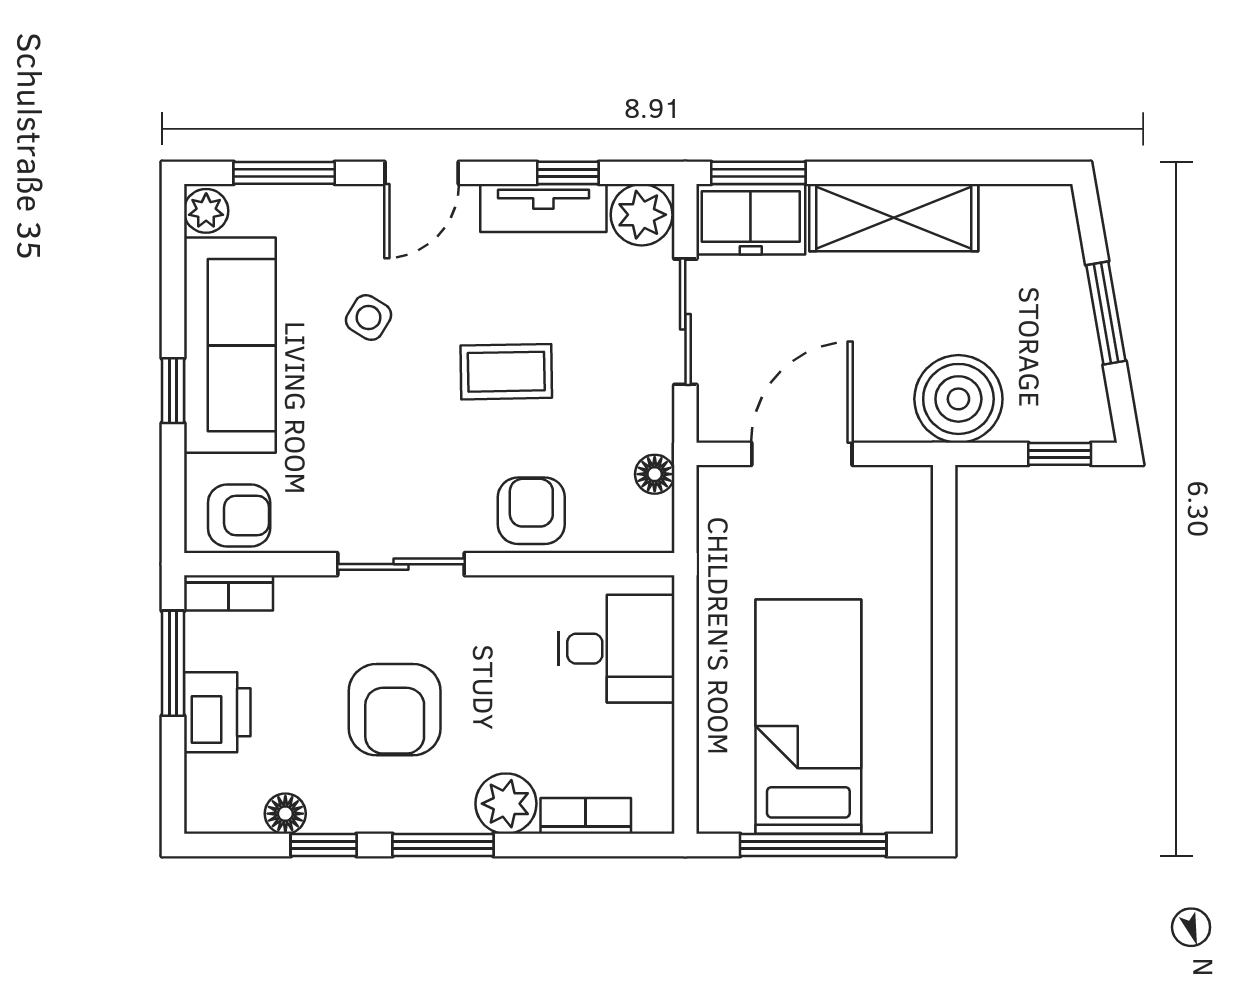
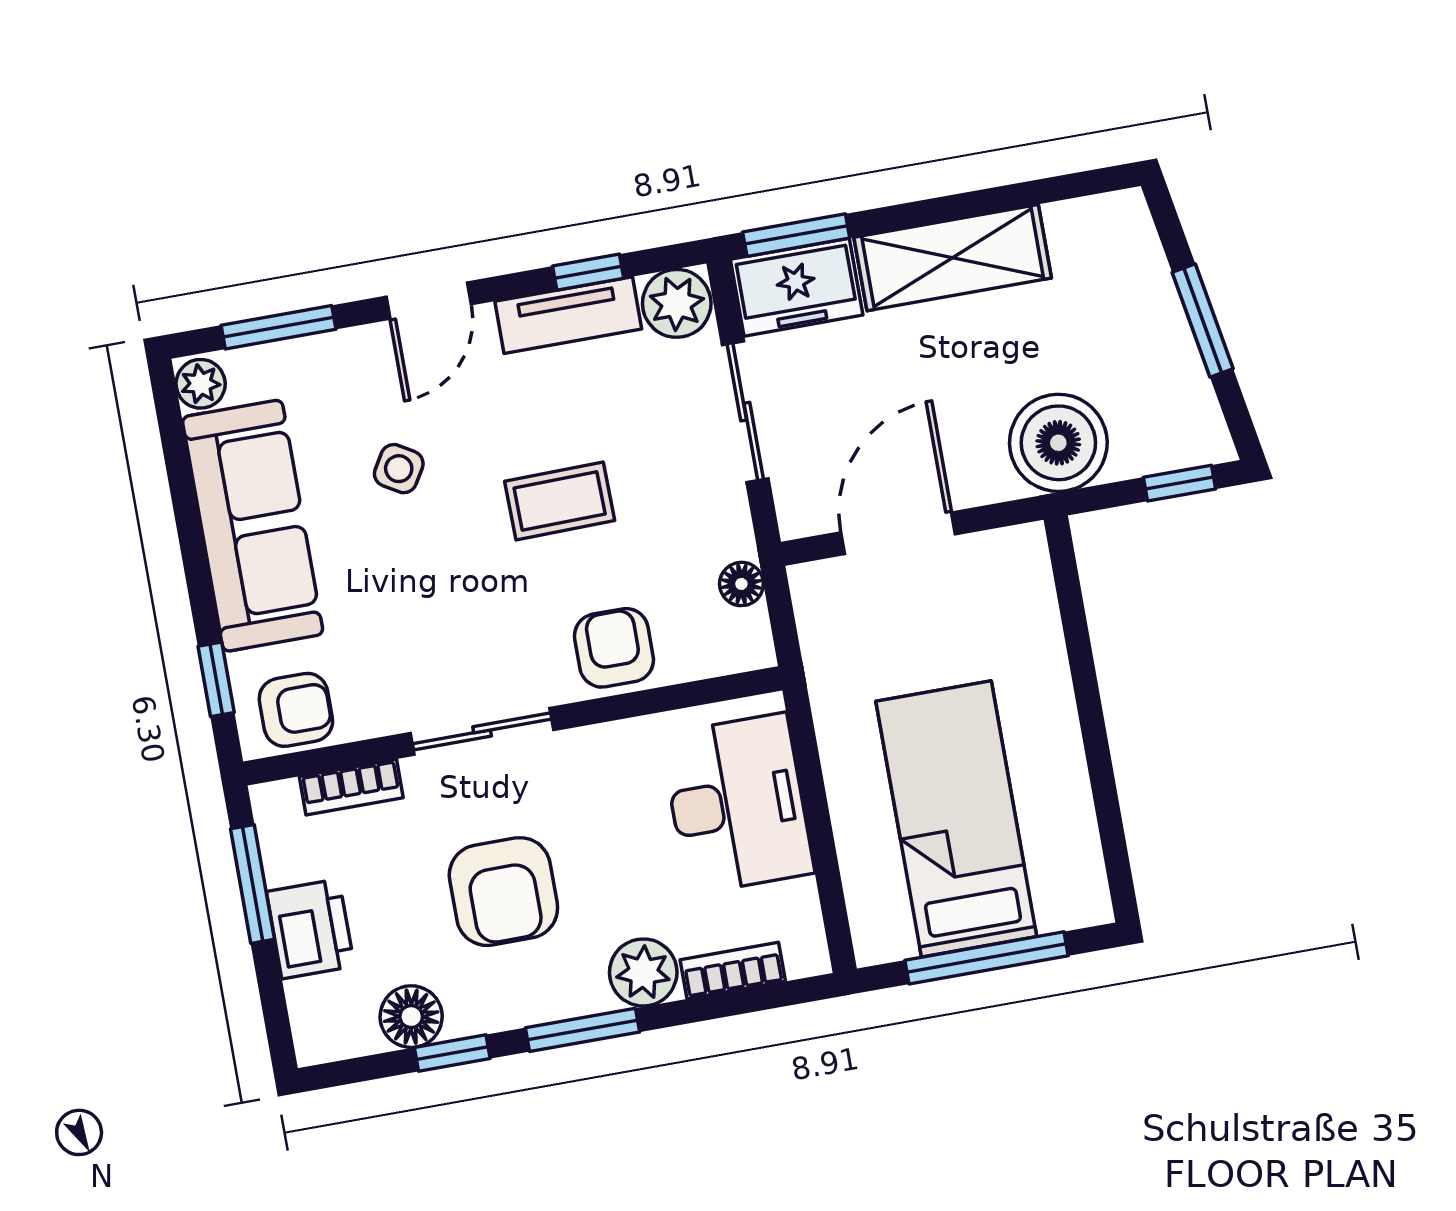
window: (173, 391) -> (216, 679), moved
bookcase: (228, 593) -> (351, 787), moved
desk: (616, 649) -> (737, 804), width x1.37
floor lamp: (285, 814) -> (411, 1017), width x1.37, depth x1.37

